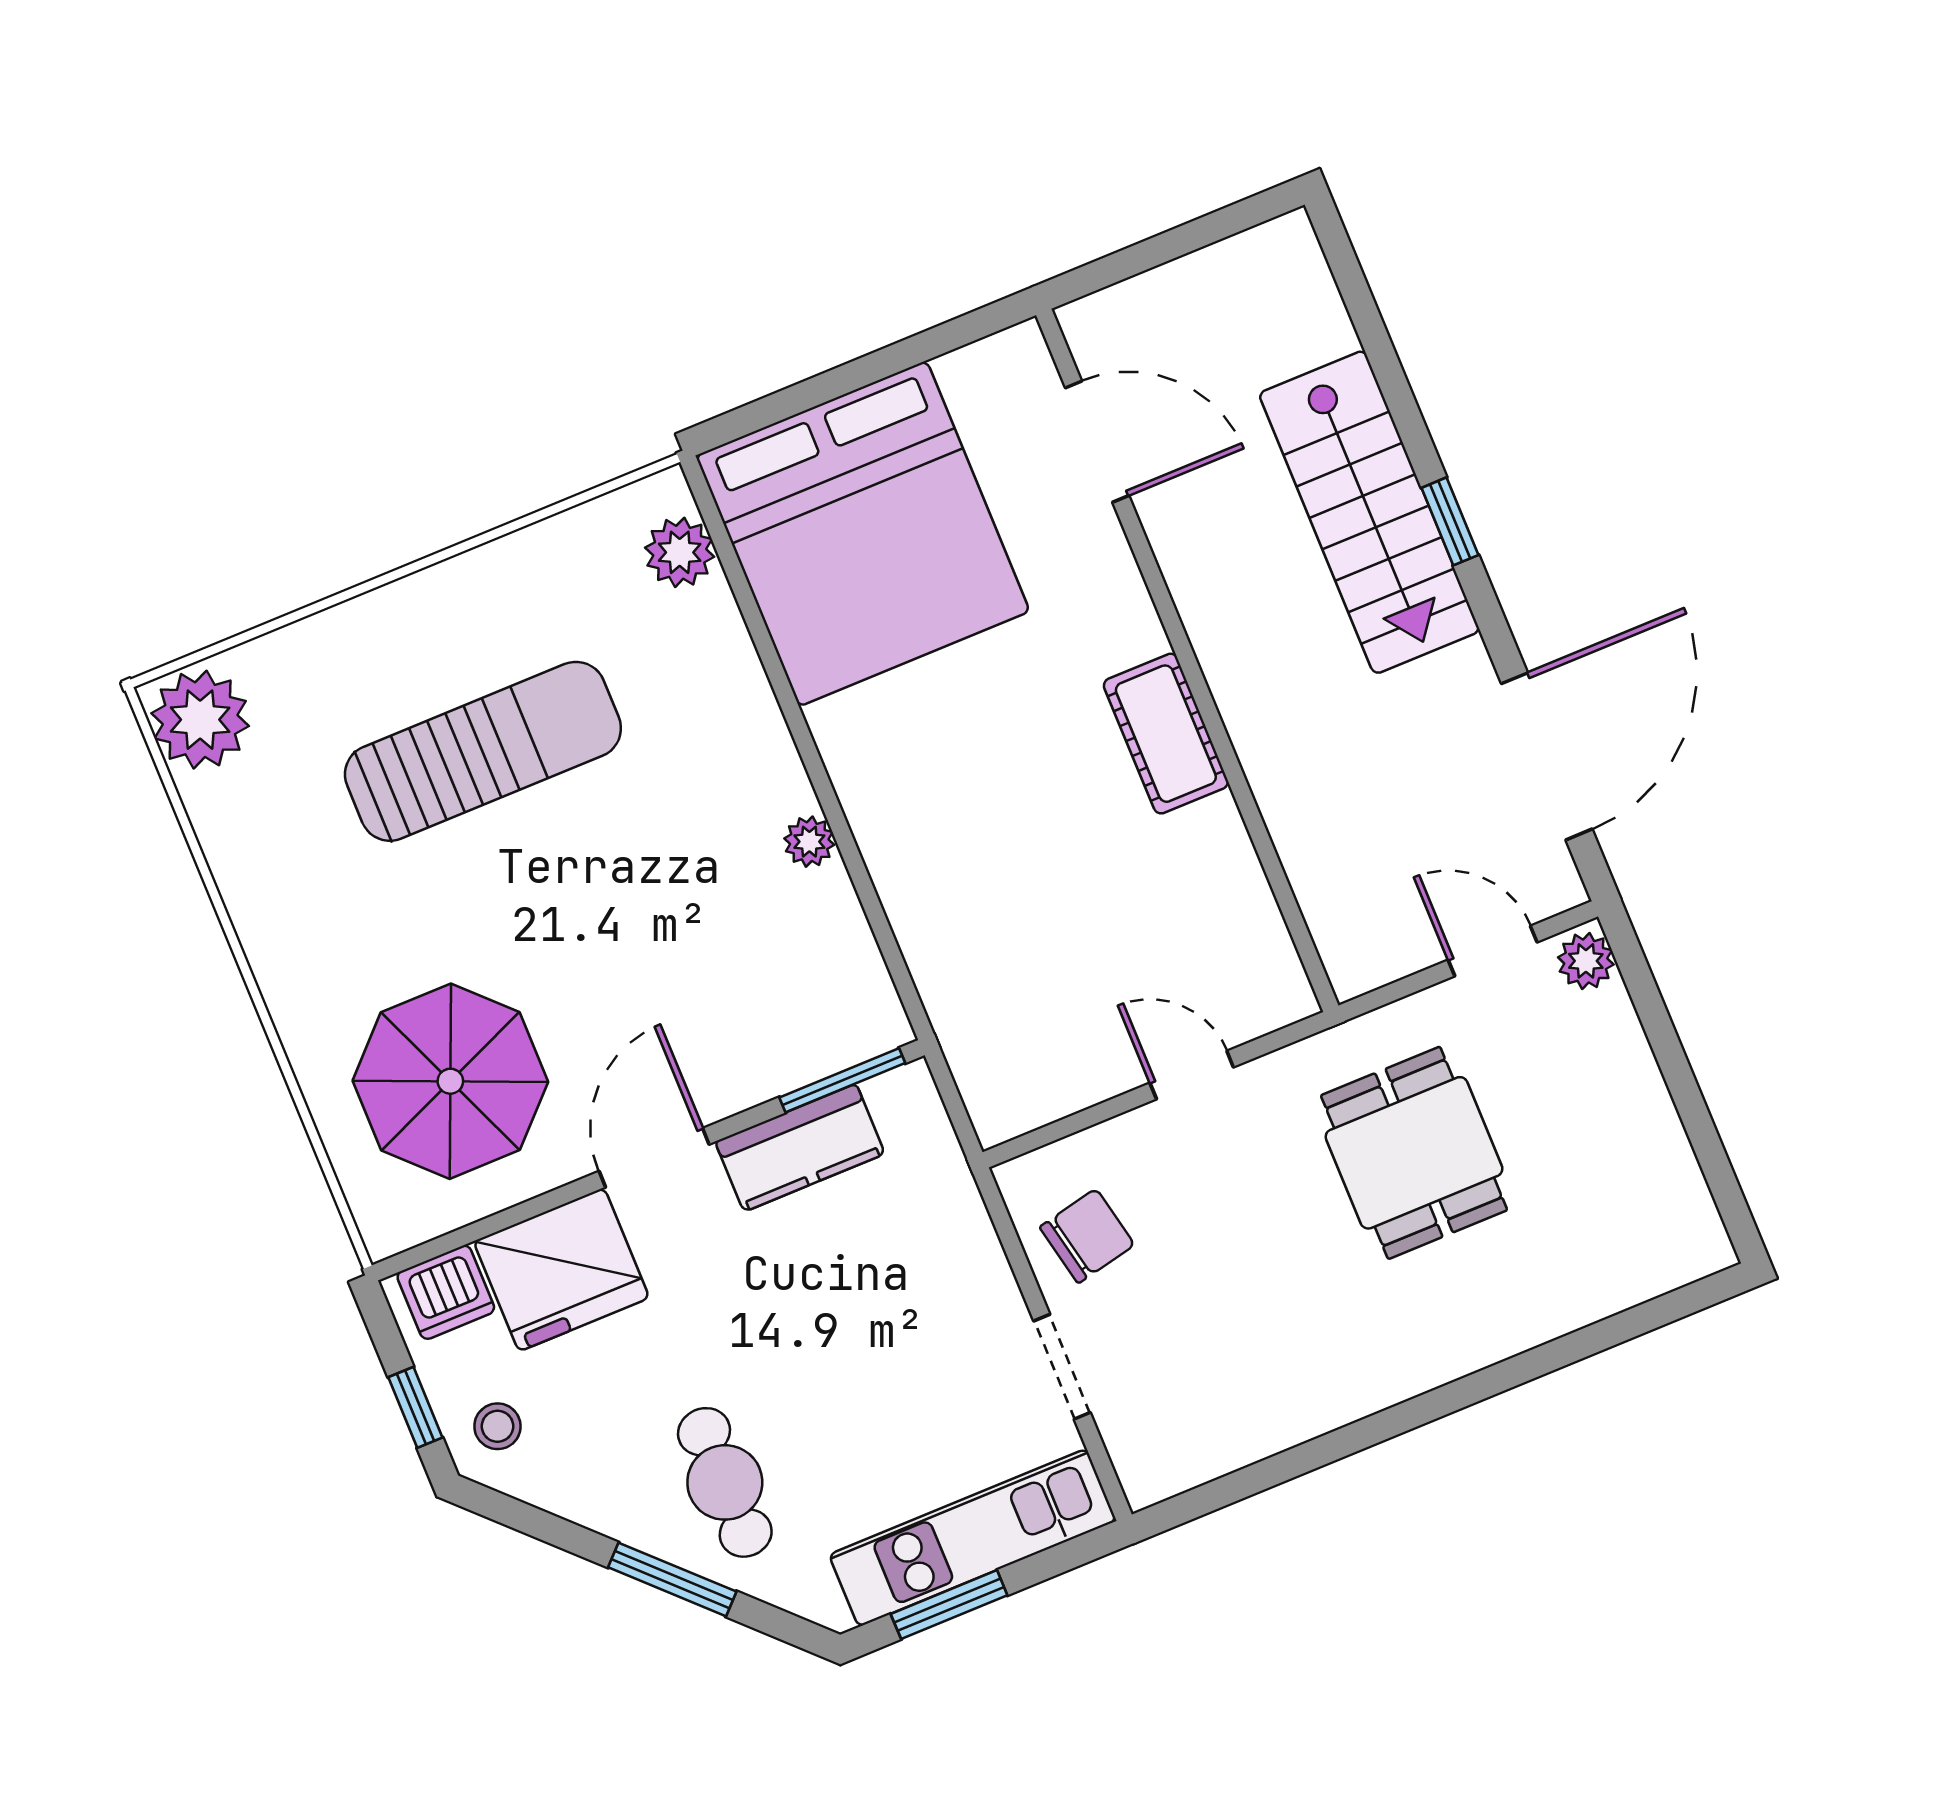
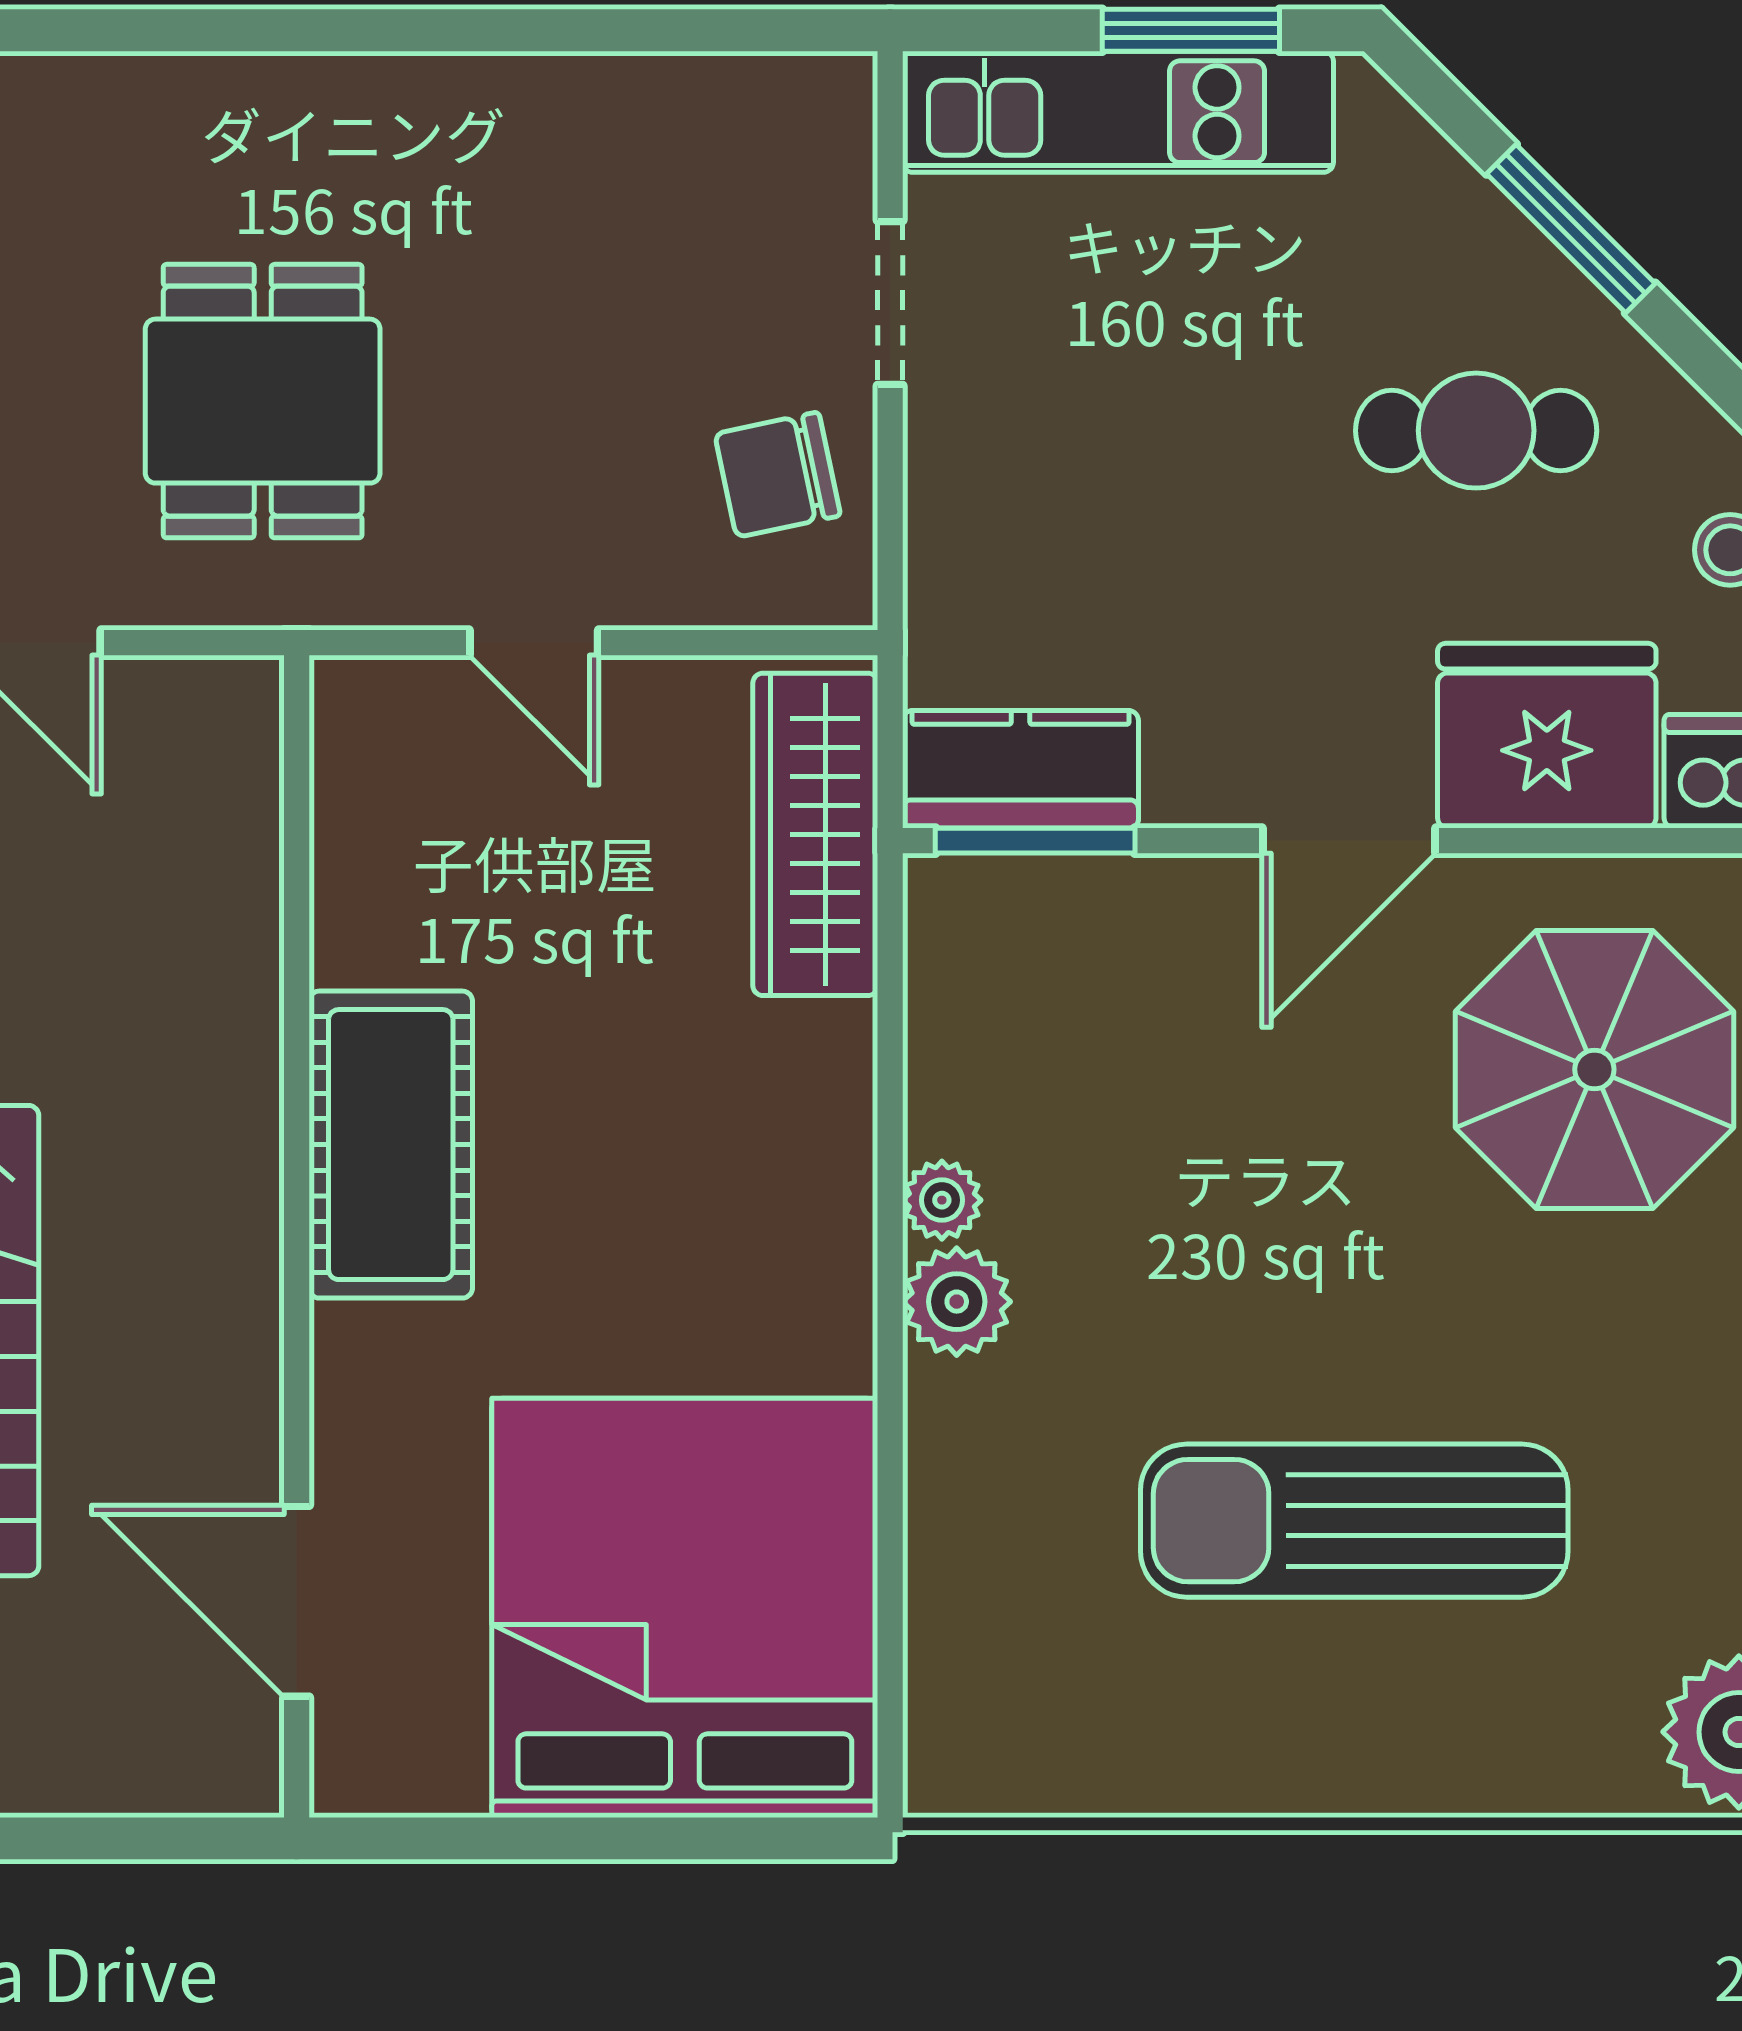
plant: (680, 552) -> (957, 1302), moved
cot: (1166, 734) -> (391, 1145), width x1.37, depth x1.34
wardrobe: (976, 1030) -> (815, 834), added
kitchen counter: (800, 1148) -> (1021, 769), moved
cafe table: (725, 1482) -> (1476, 431), moved, turned 90

